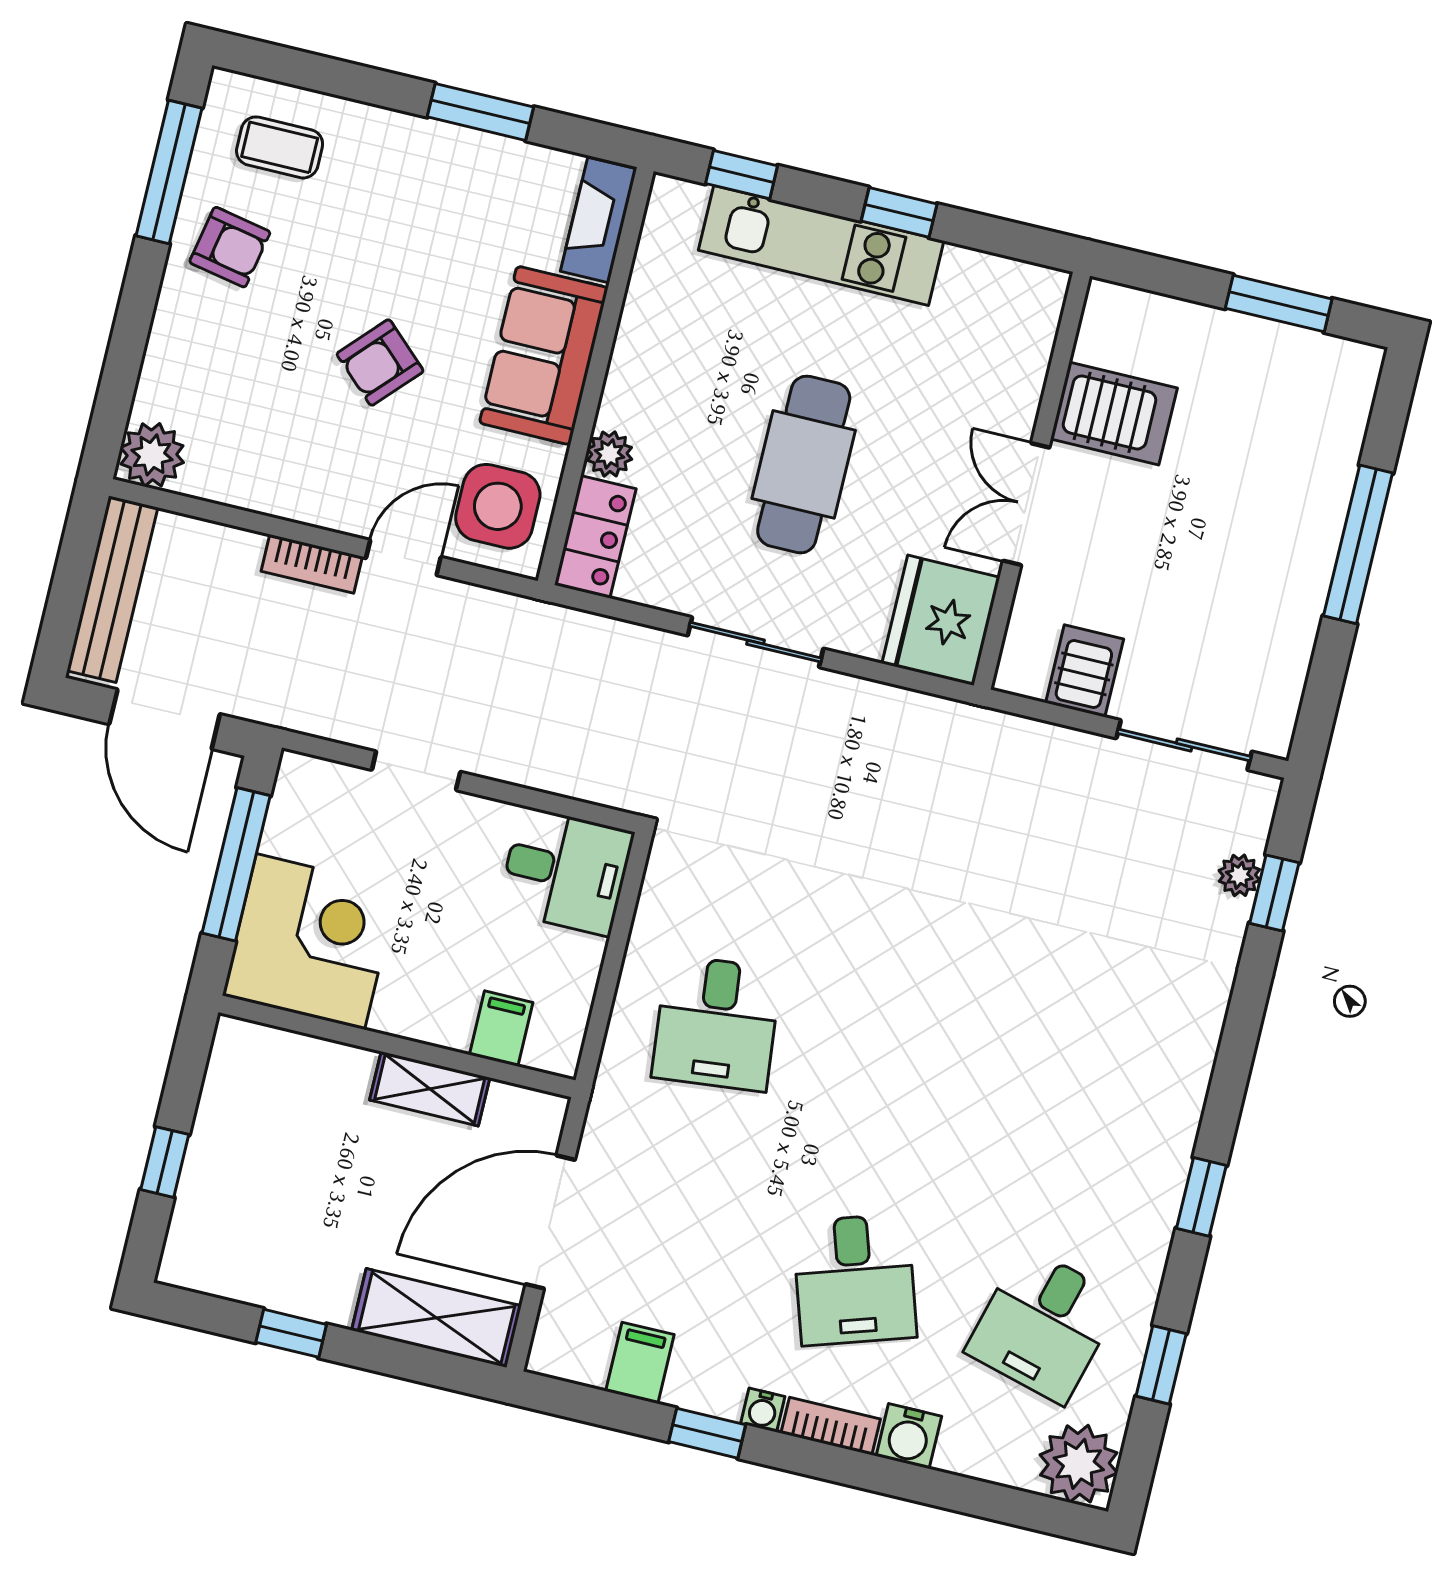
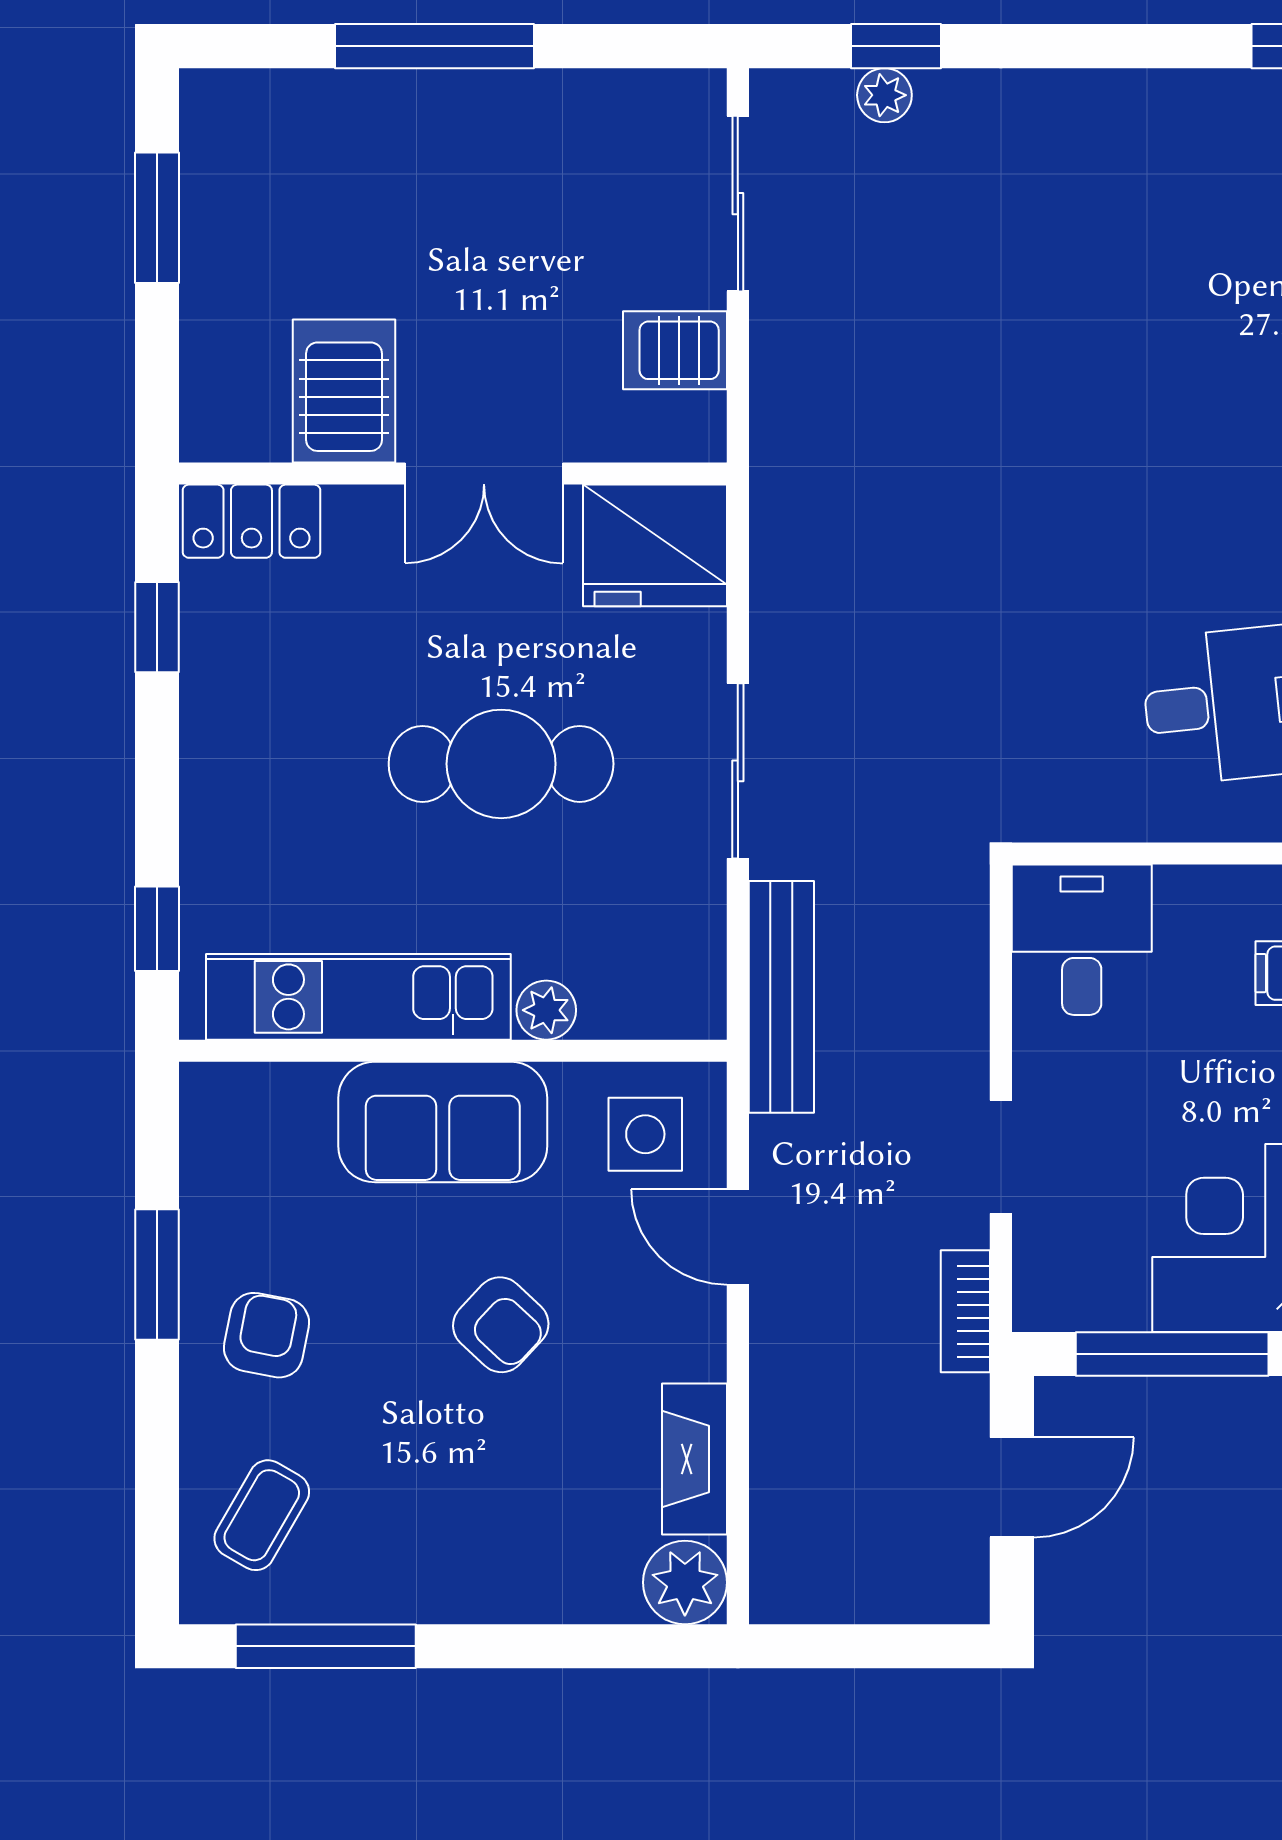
coffee table: (280, 147) -> (262, 1515), turned 30
window: (899, 212) -> (157, 627), moved
fireplace: (599, 220) -> (695, 1459), moved, turned 90
kitchen unit: (821, 245) -> (358, 997), moved, turned -90
armchair: (230, 247) -> (266, 1335), moved
side table: (498, 506) -> (645, 1134), width x0.73, depth x0.73
locker: (595, 537) -> (251, 521), moved, turned 180
bookcase: (312, 564) -> (965, 1311), moved, turned 180
bench: (112, 589) -> (781, 997), moved, turned 90
door: (165, 719) -> (1012, 1487), width x0.73

